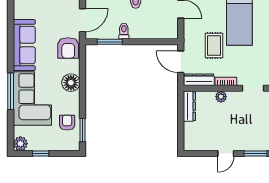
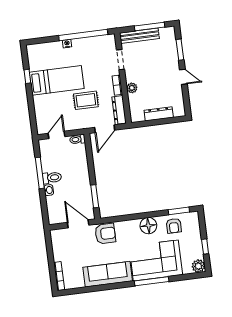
toilet: (124, 31) -> (77, 139), moved
floor lamp: (71, 83) -> (148, 226), moved
dresser: (189, 106) -> (159, 114), moved
armchair: (67, 123) -> (174, 226), turned -90

